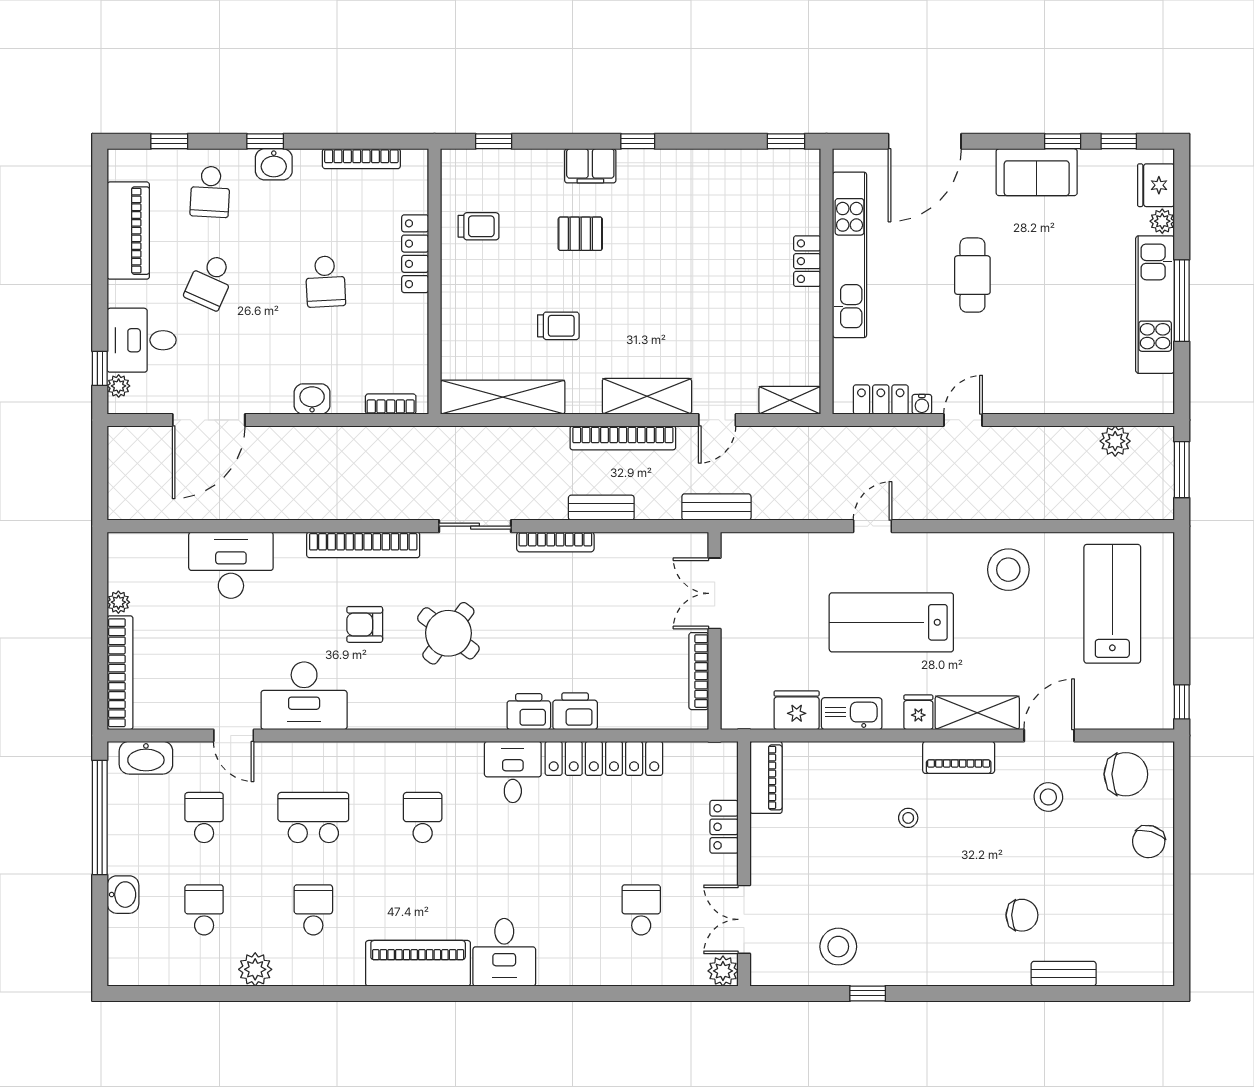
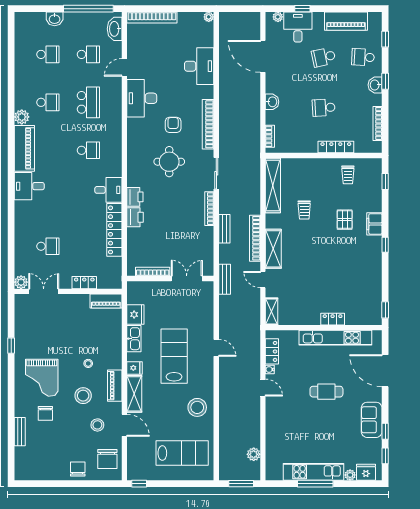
school desk: (210, 281) -> (324, 57), turned -36
window: (100, 368) -> (302, 9), moved
plant: (118, 602) -> (209, 17), moved
round table: (448, 633) -> (169, 162), turned -37
chair: (1149, 842) -> (78, 469), turned 74
grand piano: (941, 924) -> (42, 378), added
stool: (838, 947) -> (83, 396), moved
plant: (255, 969) -> (22, 117), moved

